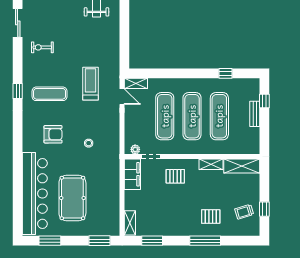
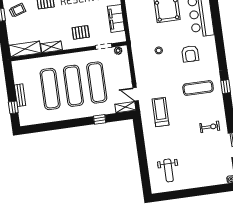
window: (226, 73) -> (100, 119), moved
treadmill: (91, 84) -> (161, 112), moved, turned 180
armchair: (53, 134) -> (190, 54), turned -90
filing cabinet: (132, 174) -> (116, 18), moved

